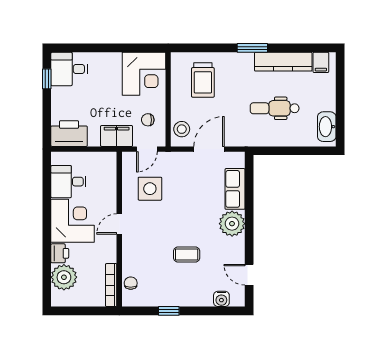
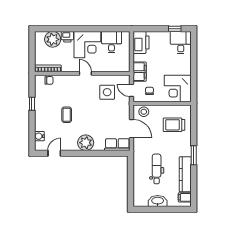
washbasin: (327, 127) -> (158, 201), moved
row of seats: (235, 189) -> (117, 145), moved

